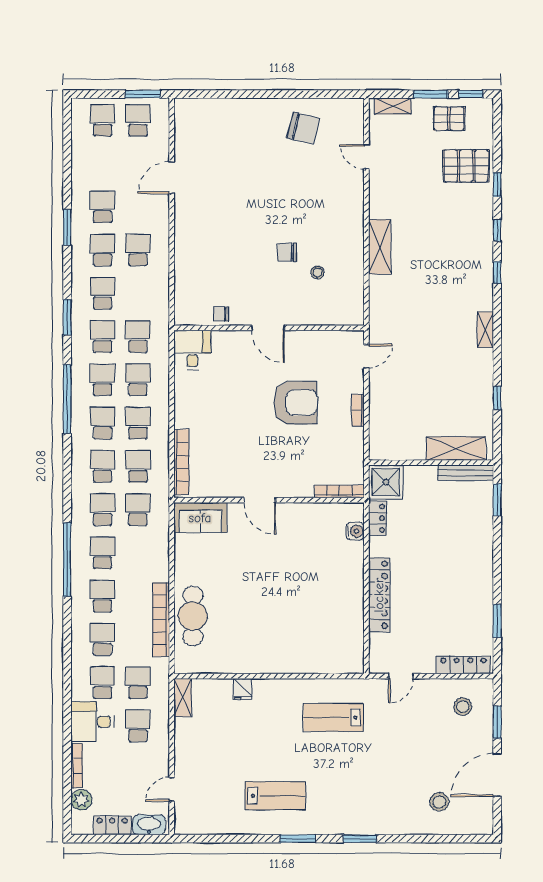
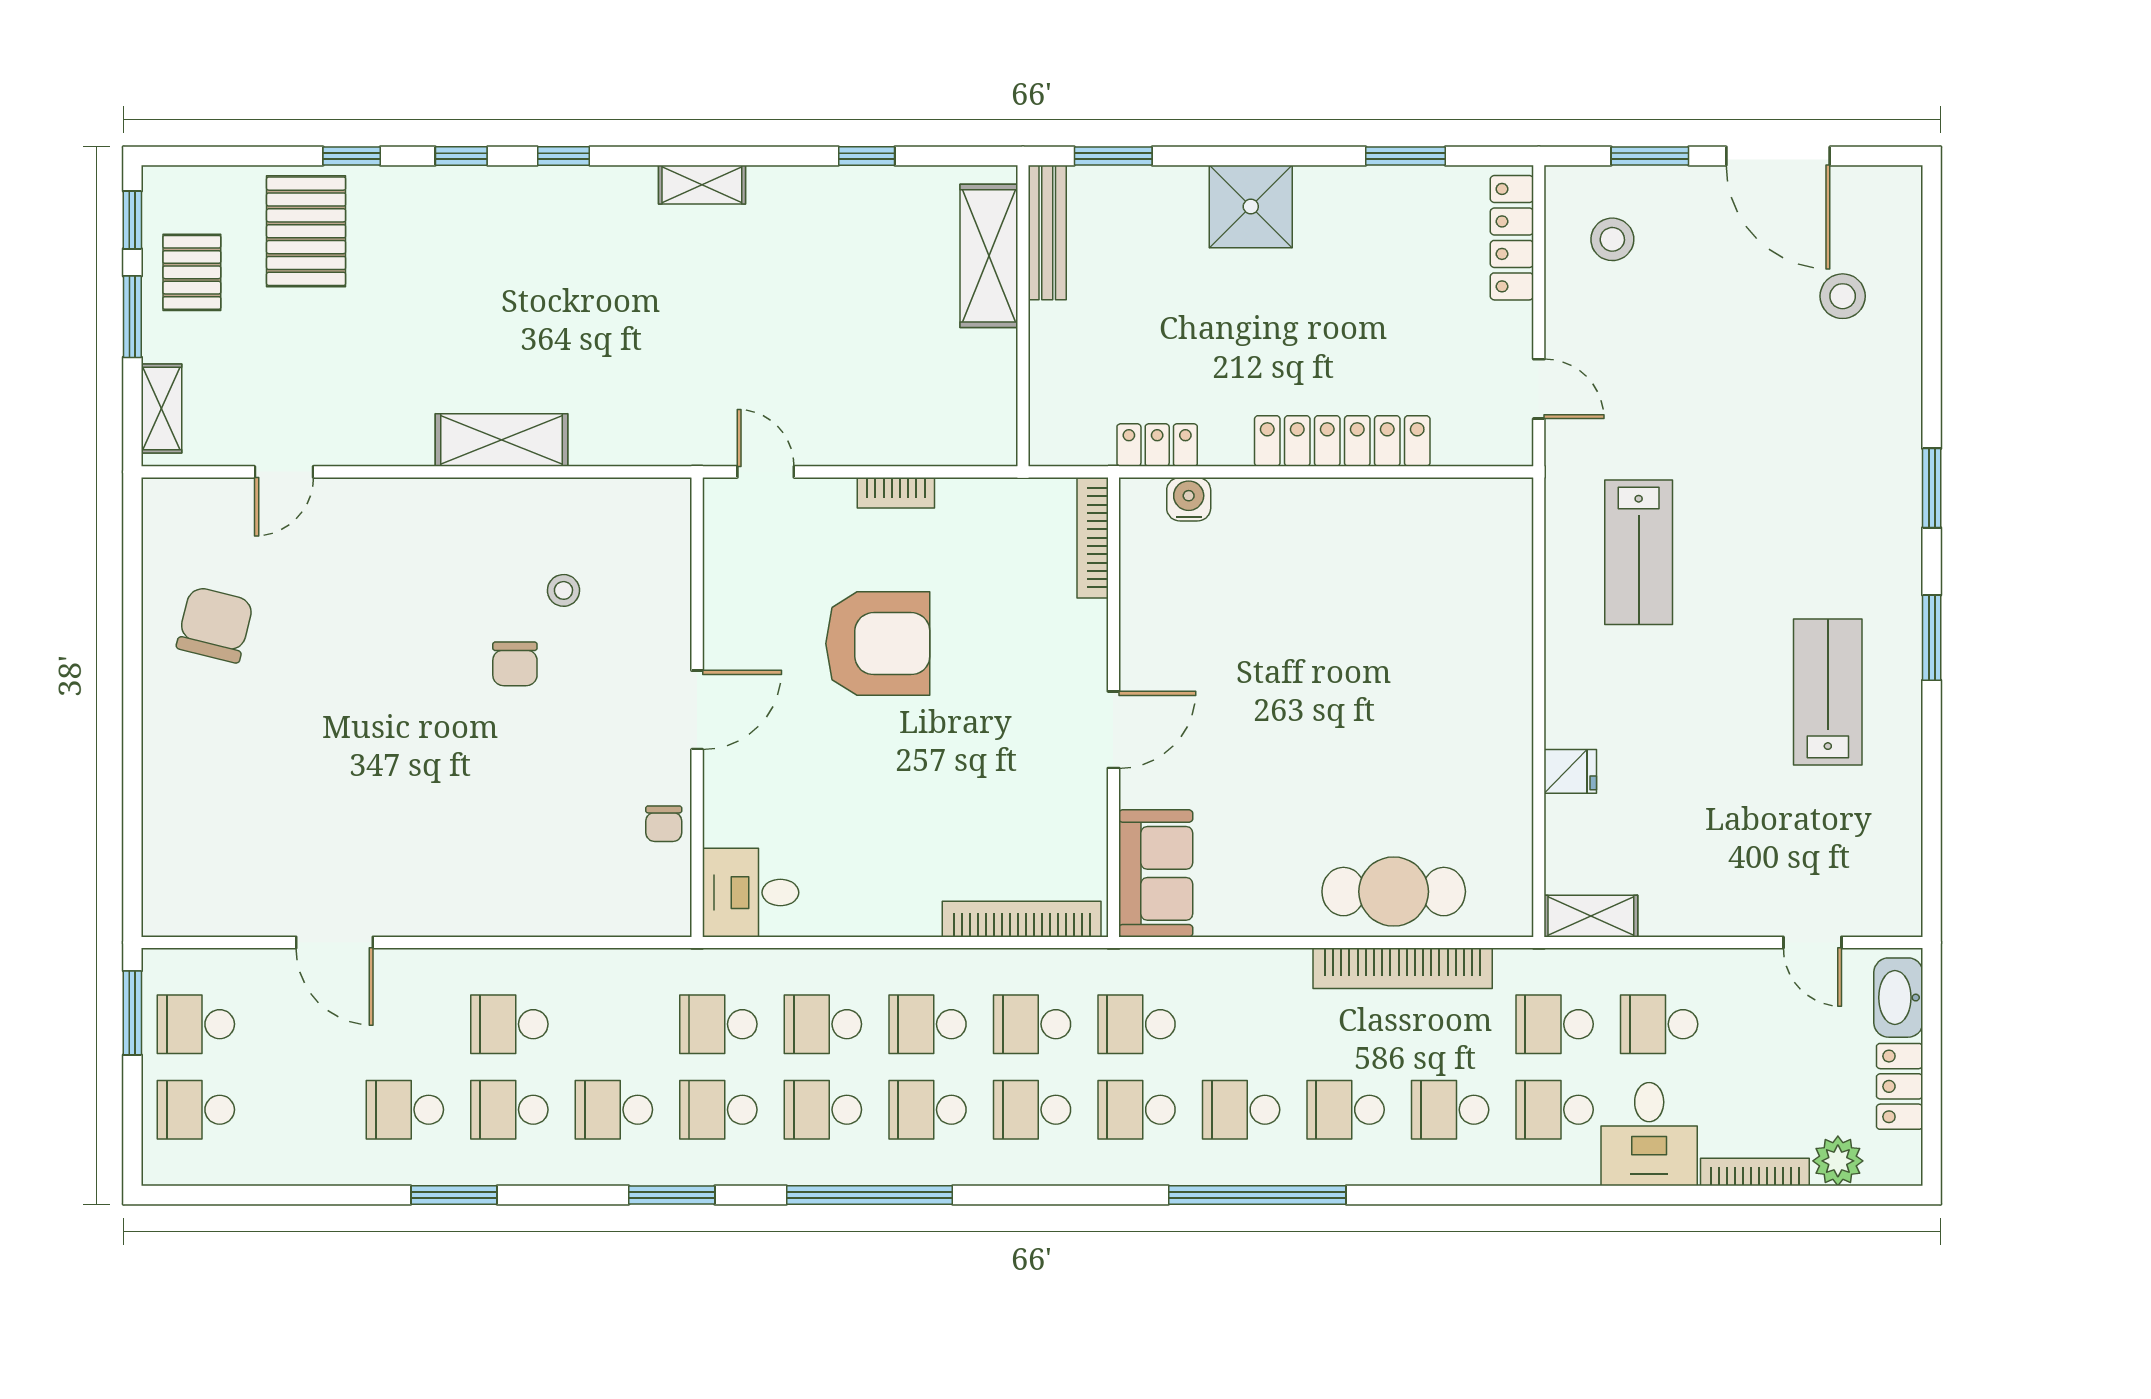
armchair: (295, 403) -> (878, 644), turned 90
shower: (386, 482) -> (1251, 206), moved

